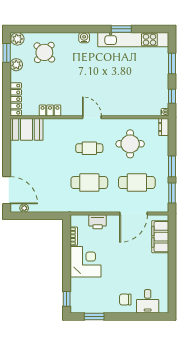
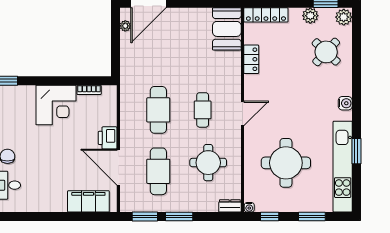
round table: (130, 84) -> (286, 163), added
printer: (98, 222) -> (108, 138), moved

